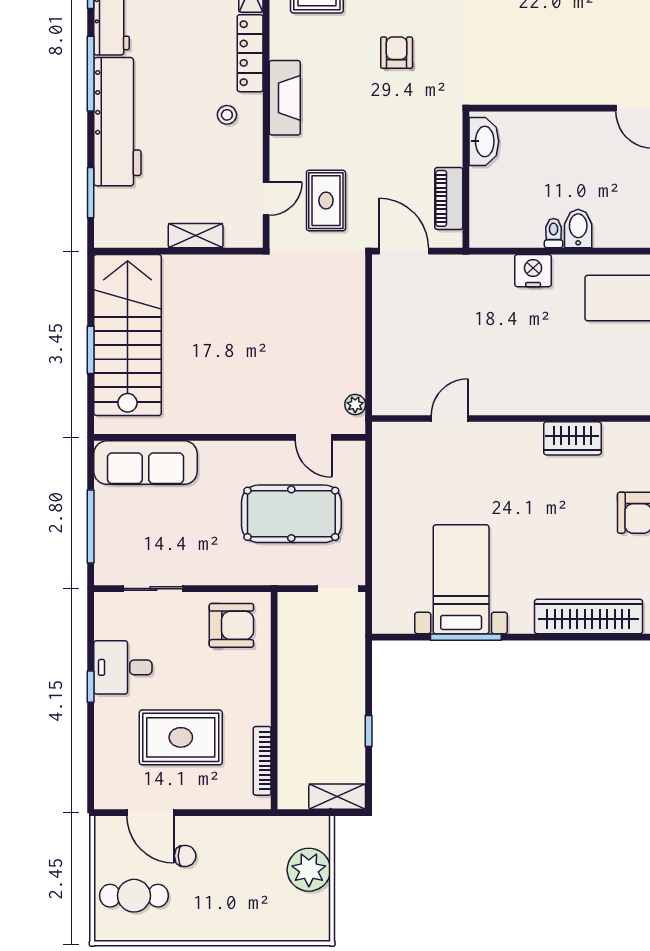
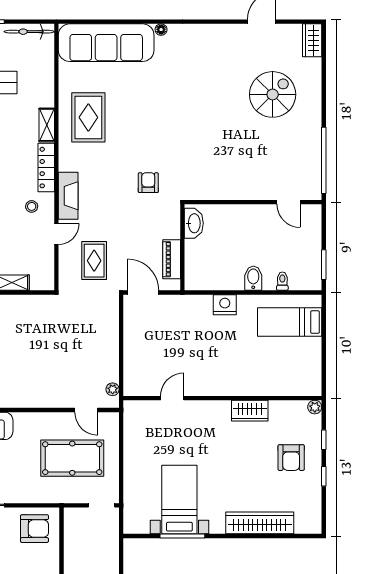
armchair: (397, 53) -> (148, 183), moved
door: (266, 199) -> (56, 234), moved
toilet: (554, 233) -> (282, 281), moved

